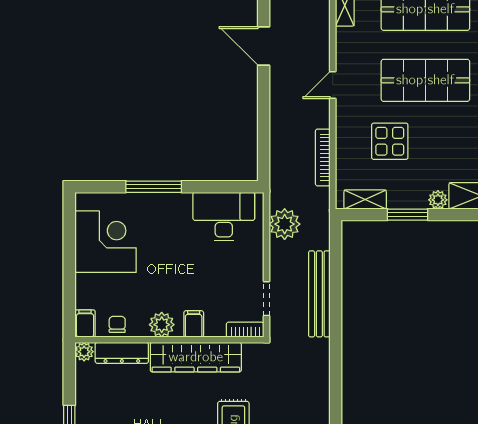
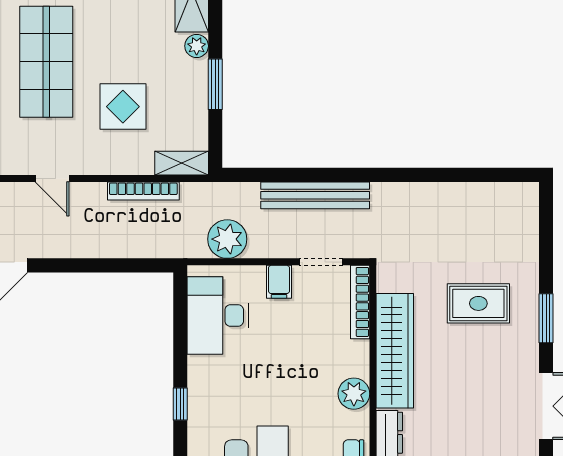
window: (154, 187) -> (180, 404), width x0.46
shelving: (365, 200) -> (182, 163), moved, turned 90
filing cabinet: (194, 324) -> (279, 282), moved, turned -90
bookcase: (245, 330) -> (360, 302), width x1.56

